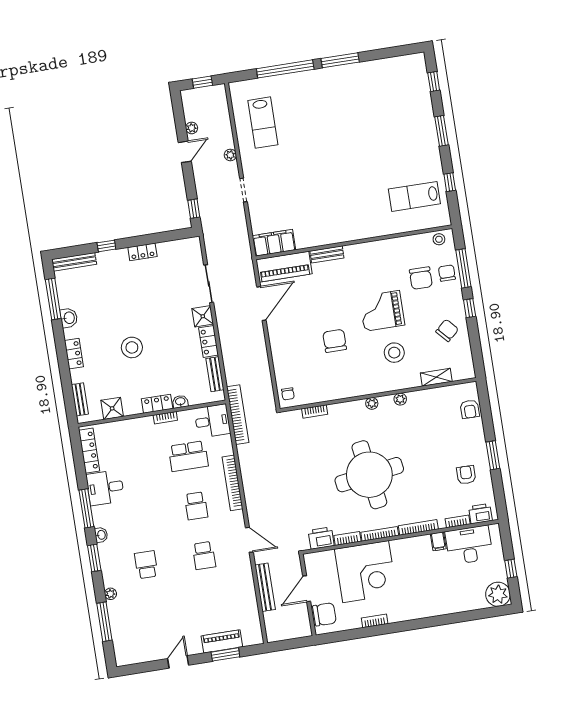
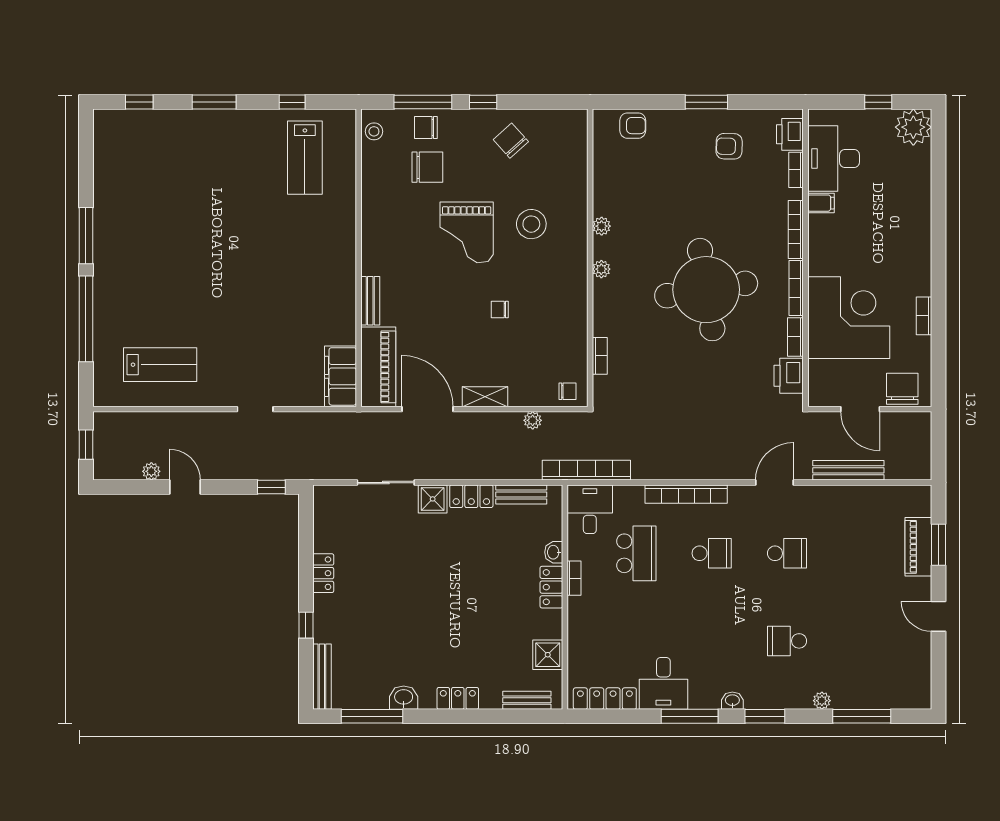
plant: (230, 155) -> (533, 420), moved
chair: (335, 341) -> (500, 309), width x0.54, depth x0.54
stool: (132, 347) -> (462, 611), removed
shelving: (436, 377) -> (485, 397), moved, turned 90

